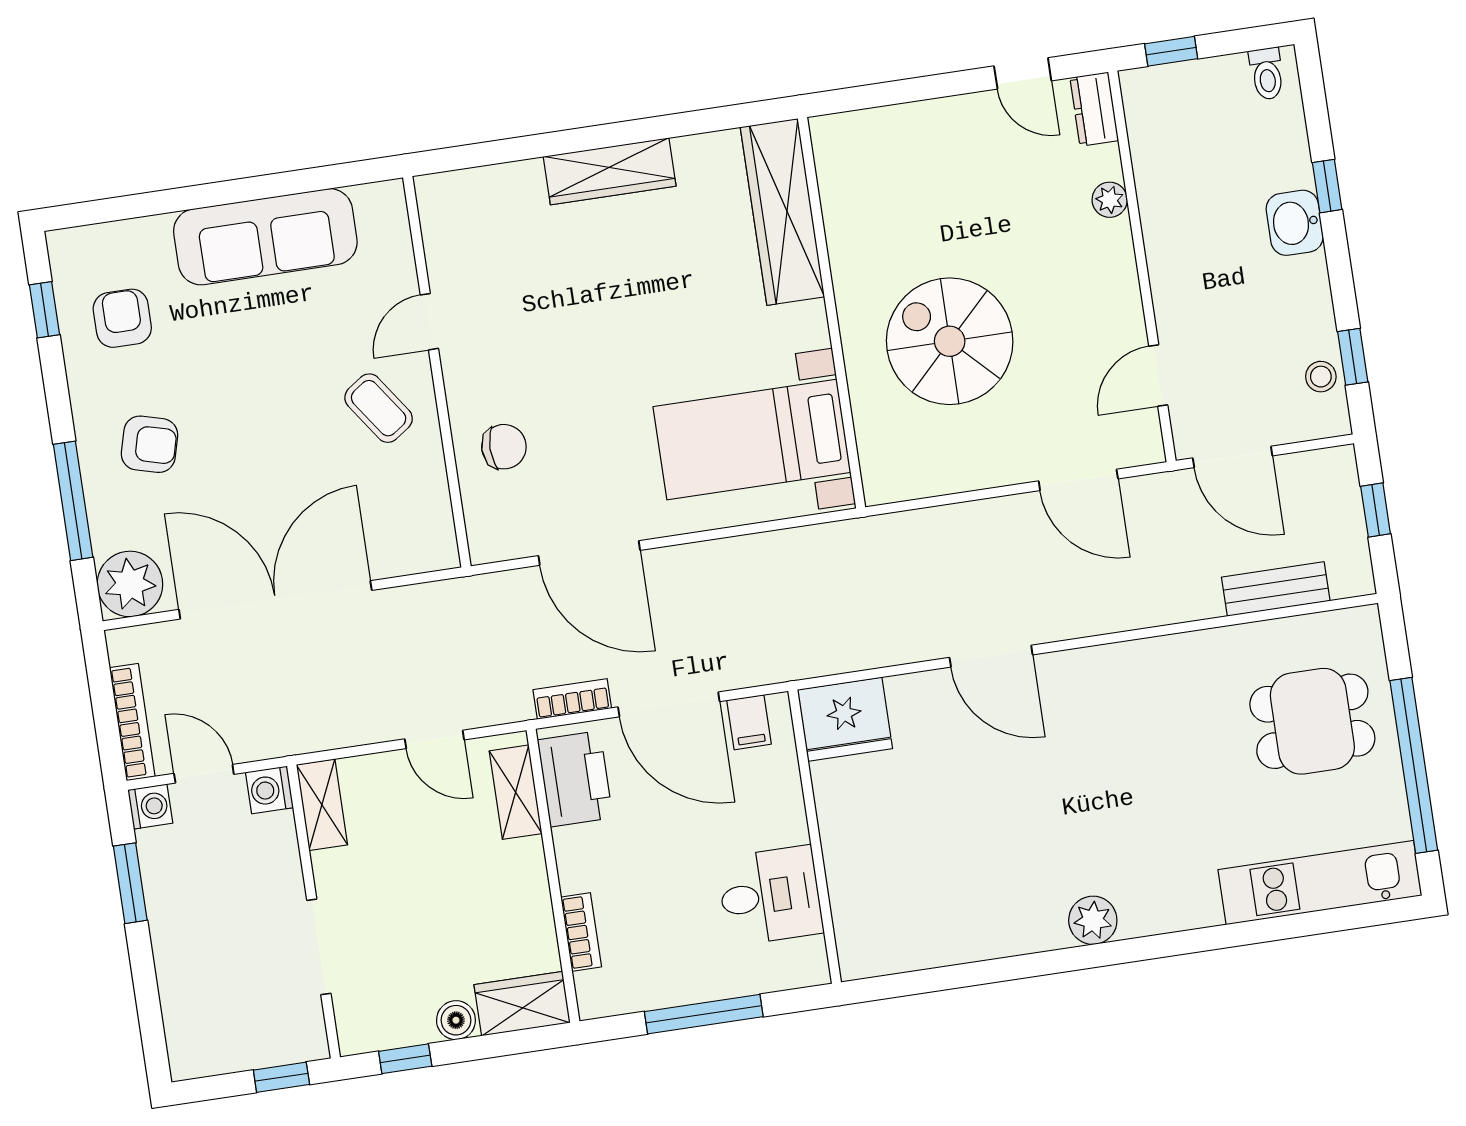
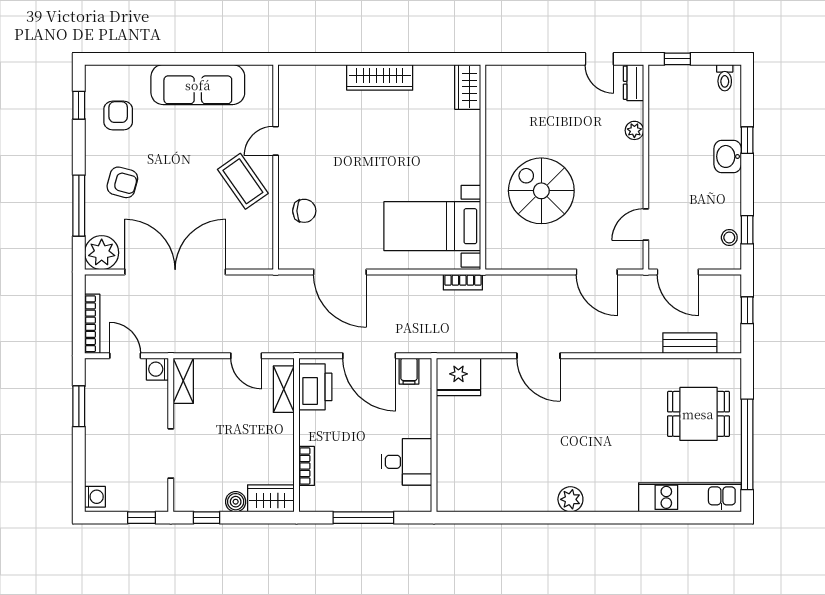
wardrobe: (782, 212) -> (468, 87), width x0.48, depth x0.85
coffee table: (379, 408) -> (243, 181), width x1.36, depth x1.30
bookcase: (572, 699) -> (463, 282), moved, turned 180
washing machine: (150, 806) -> (95, 497), moved

